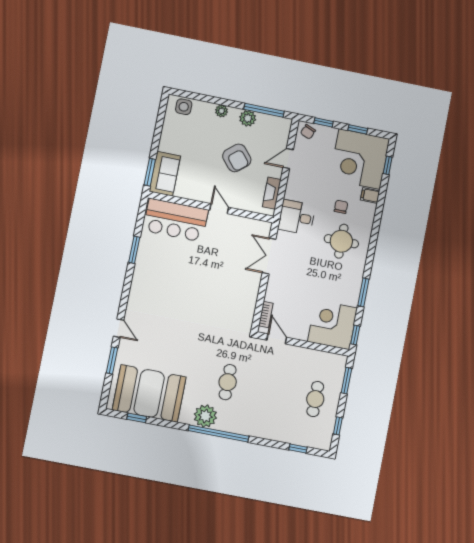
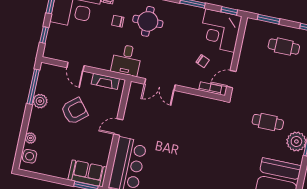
plant: (221, 111) -> (30, 138), moved
chair: (308, 132) -> (203, 61), moved

